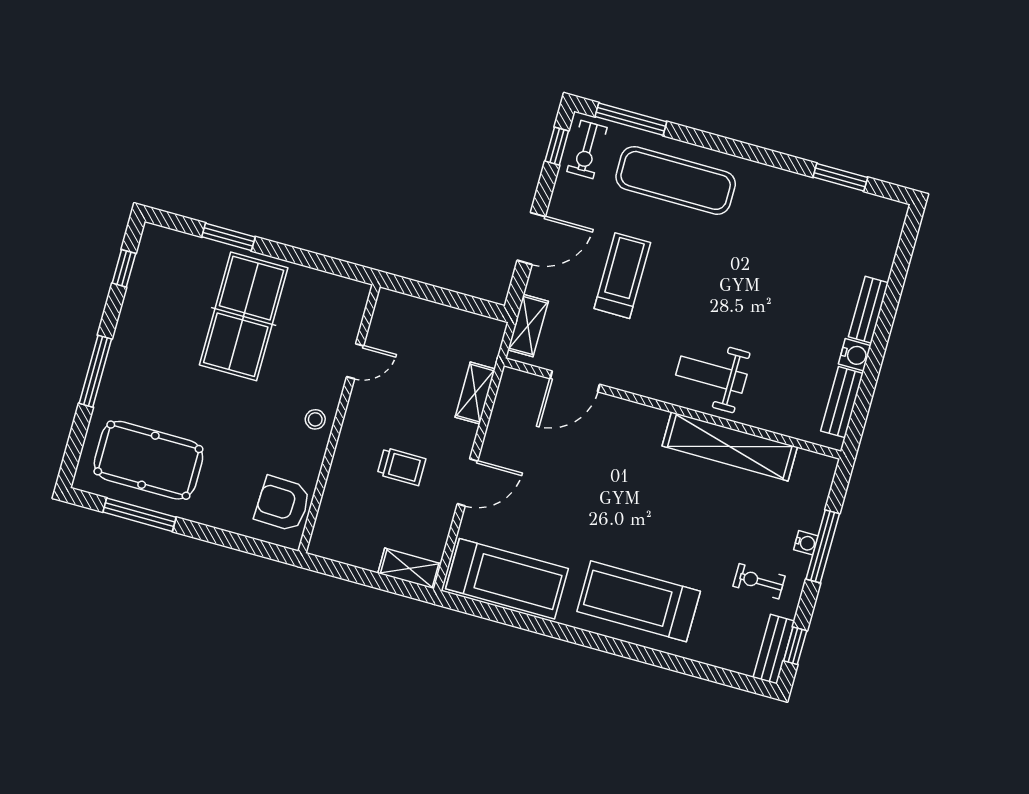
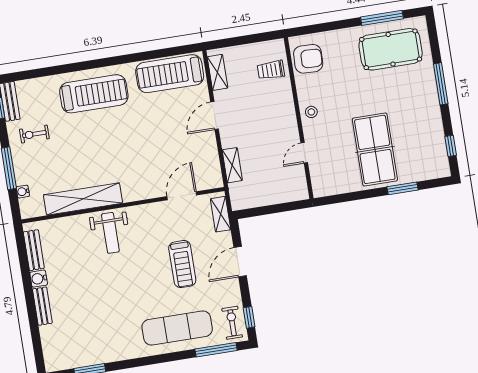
weight bench: (711, 375) -> (110, 233), turned 90
trolley: (402, 467) -> (271, 70), moved
water cooler: (806, 543) -> (23, 192), moved
shelving: (410, 568) -> (218, 72), moved, turned 90
exercise bike: (759, 581) -> (34, 134), turned 180

